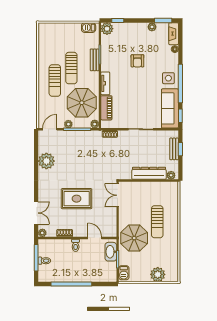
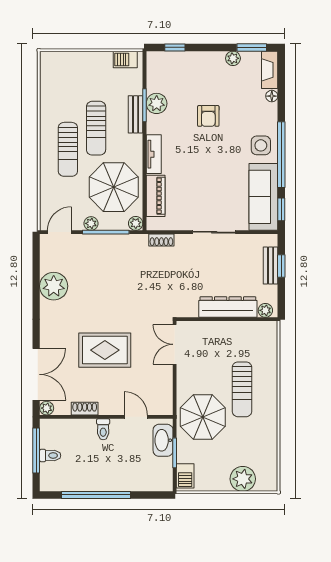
plant: (107, 29) -> (157, 103), moved
double door: (36, 213) -> (36, 374), width x1.37

